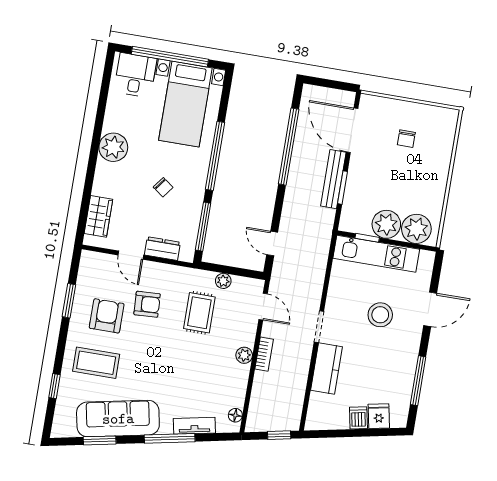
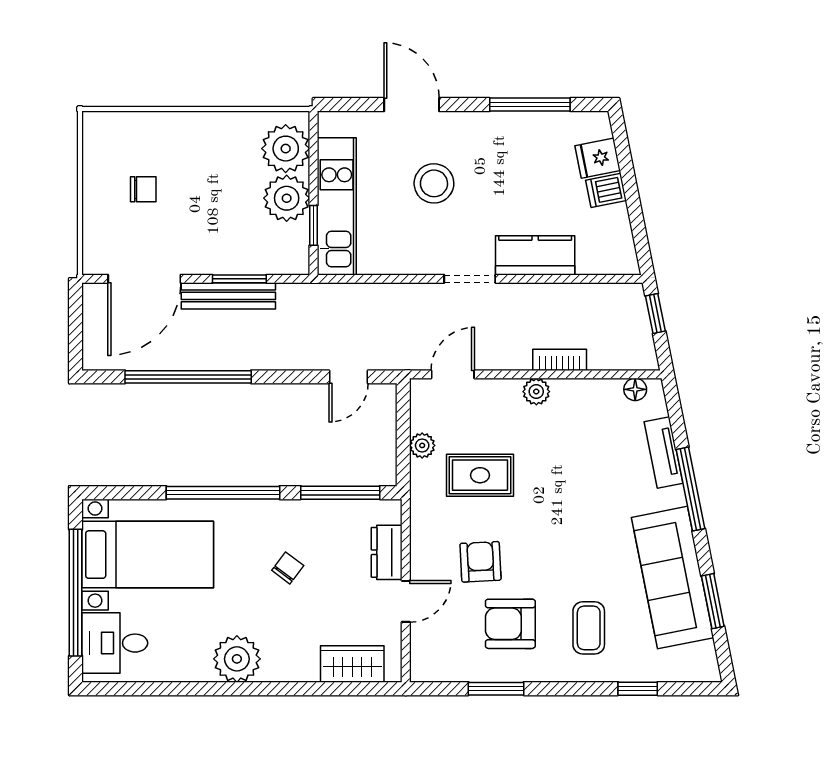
bookcase: (264, 354) -> (560, 360), moved
coffee table: (96, 363) -> (589, 628), width x0.73, depth x0.77

